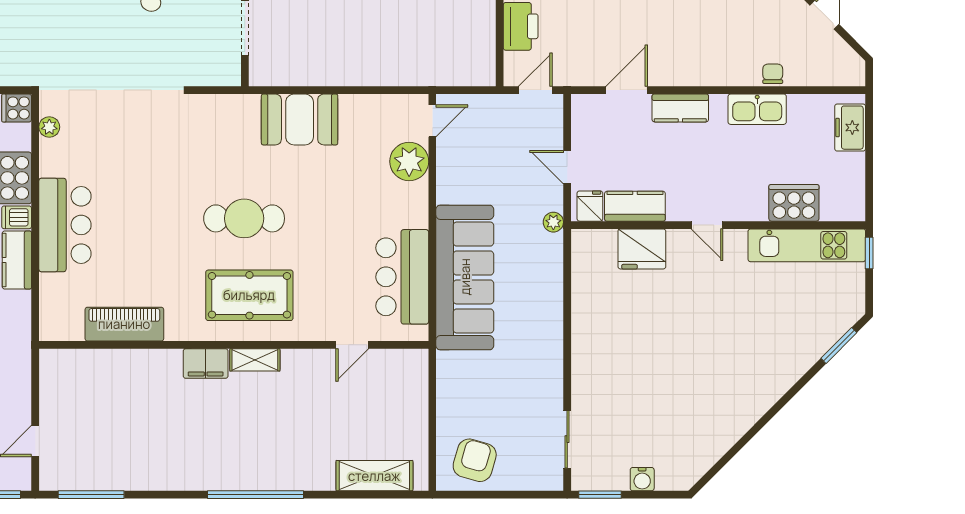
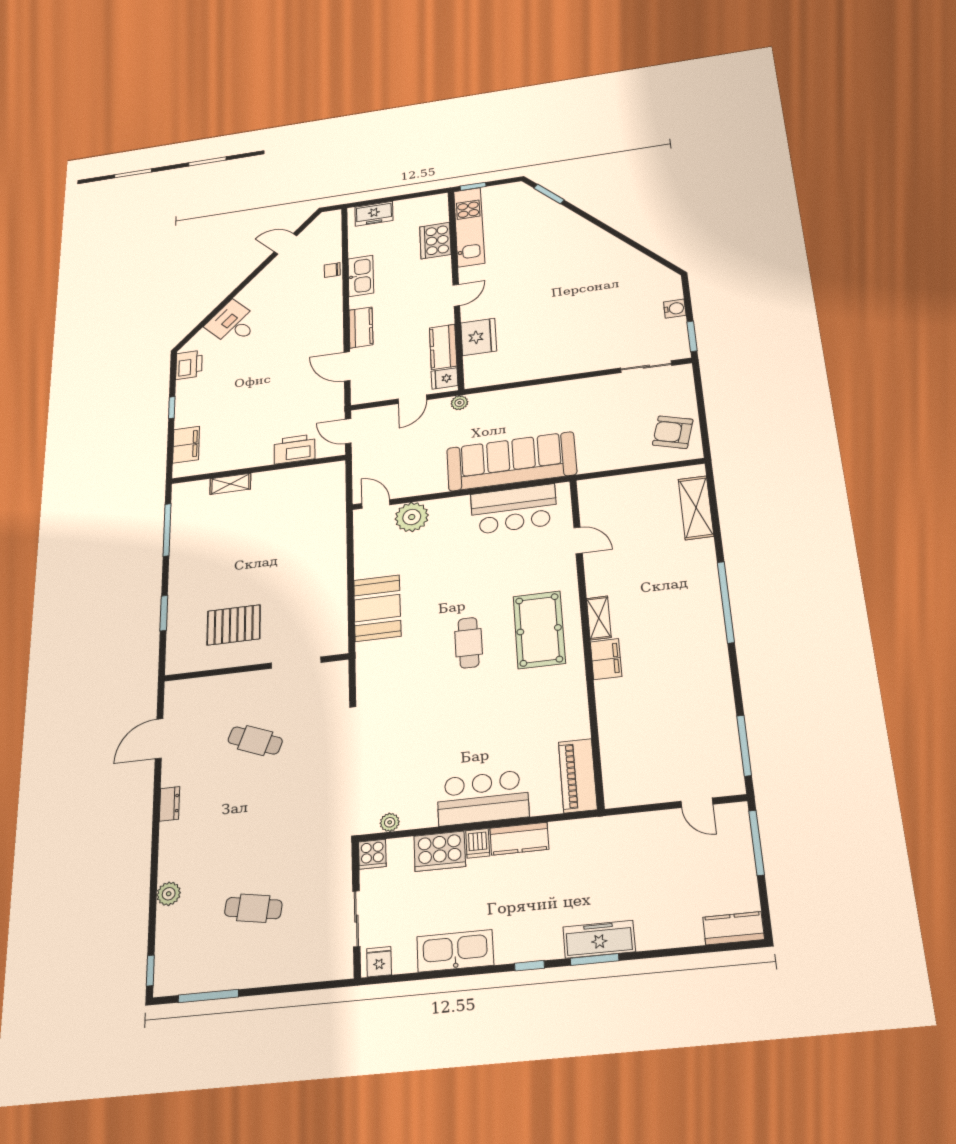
cafe table: (244, 218) -> (469, 643), width x0.73, depth x0.74
piano: (124, 324) -> (578, 776), moved

